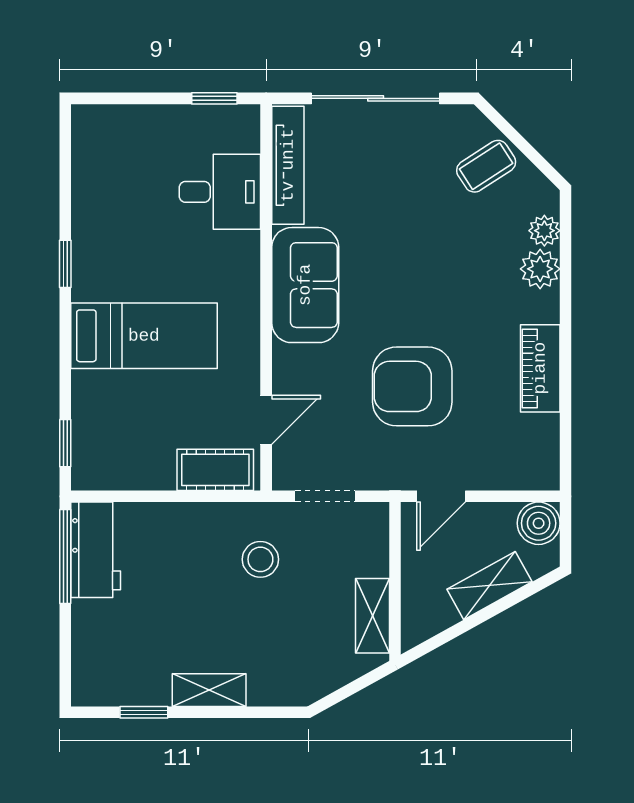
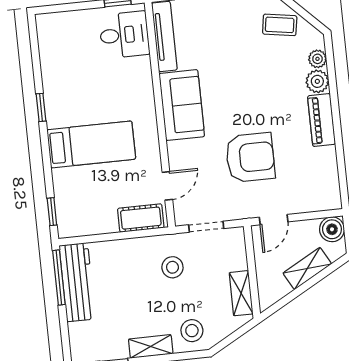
coffee table: (486, 166) -> (280, 25), turned 42
desk: (220, 192) -> (124, 35), moved
piano: (540, 368) -> (322, 120), moved
armchair: (412, 386) -> (250, 157), turned 180
workbench: (96, 550) -> (77, 282), width x1.38
stool: (282, 671) -> (192, 331), added

